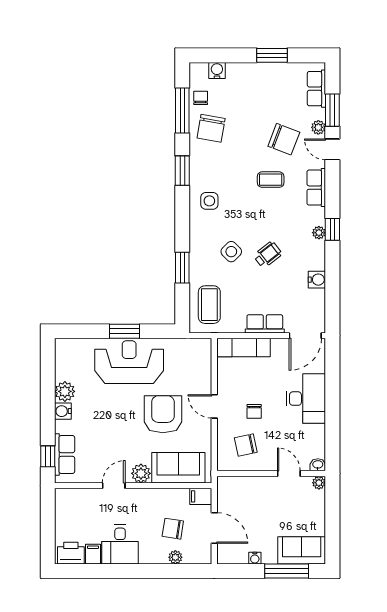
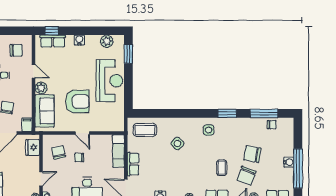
window: (272, 55) -> (298, 169), width x2.11
water cooler: (217, 70) -> (289, 162), moved
chair: (211, 128) -> (252, 154), moved
wheelchair: (268, 255) -> (176, 166), removed
window: (182, 268) -> (167, 113), removed
window: (125, 331) -> (128, 54), moved
plant: (65, 391) -> (107, 41), moved
door: (214, 406) -> (82, 133), swing flipped
fridge: (238, 487) -> (33, 147), added
chair: (80, 514) -> (16, 50), added

